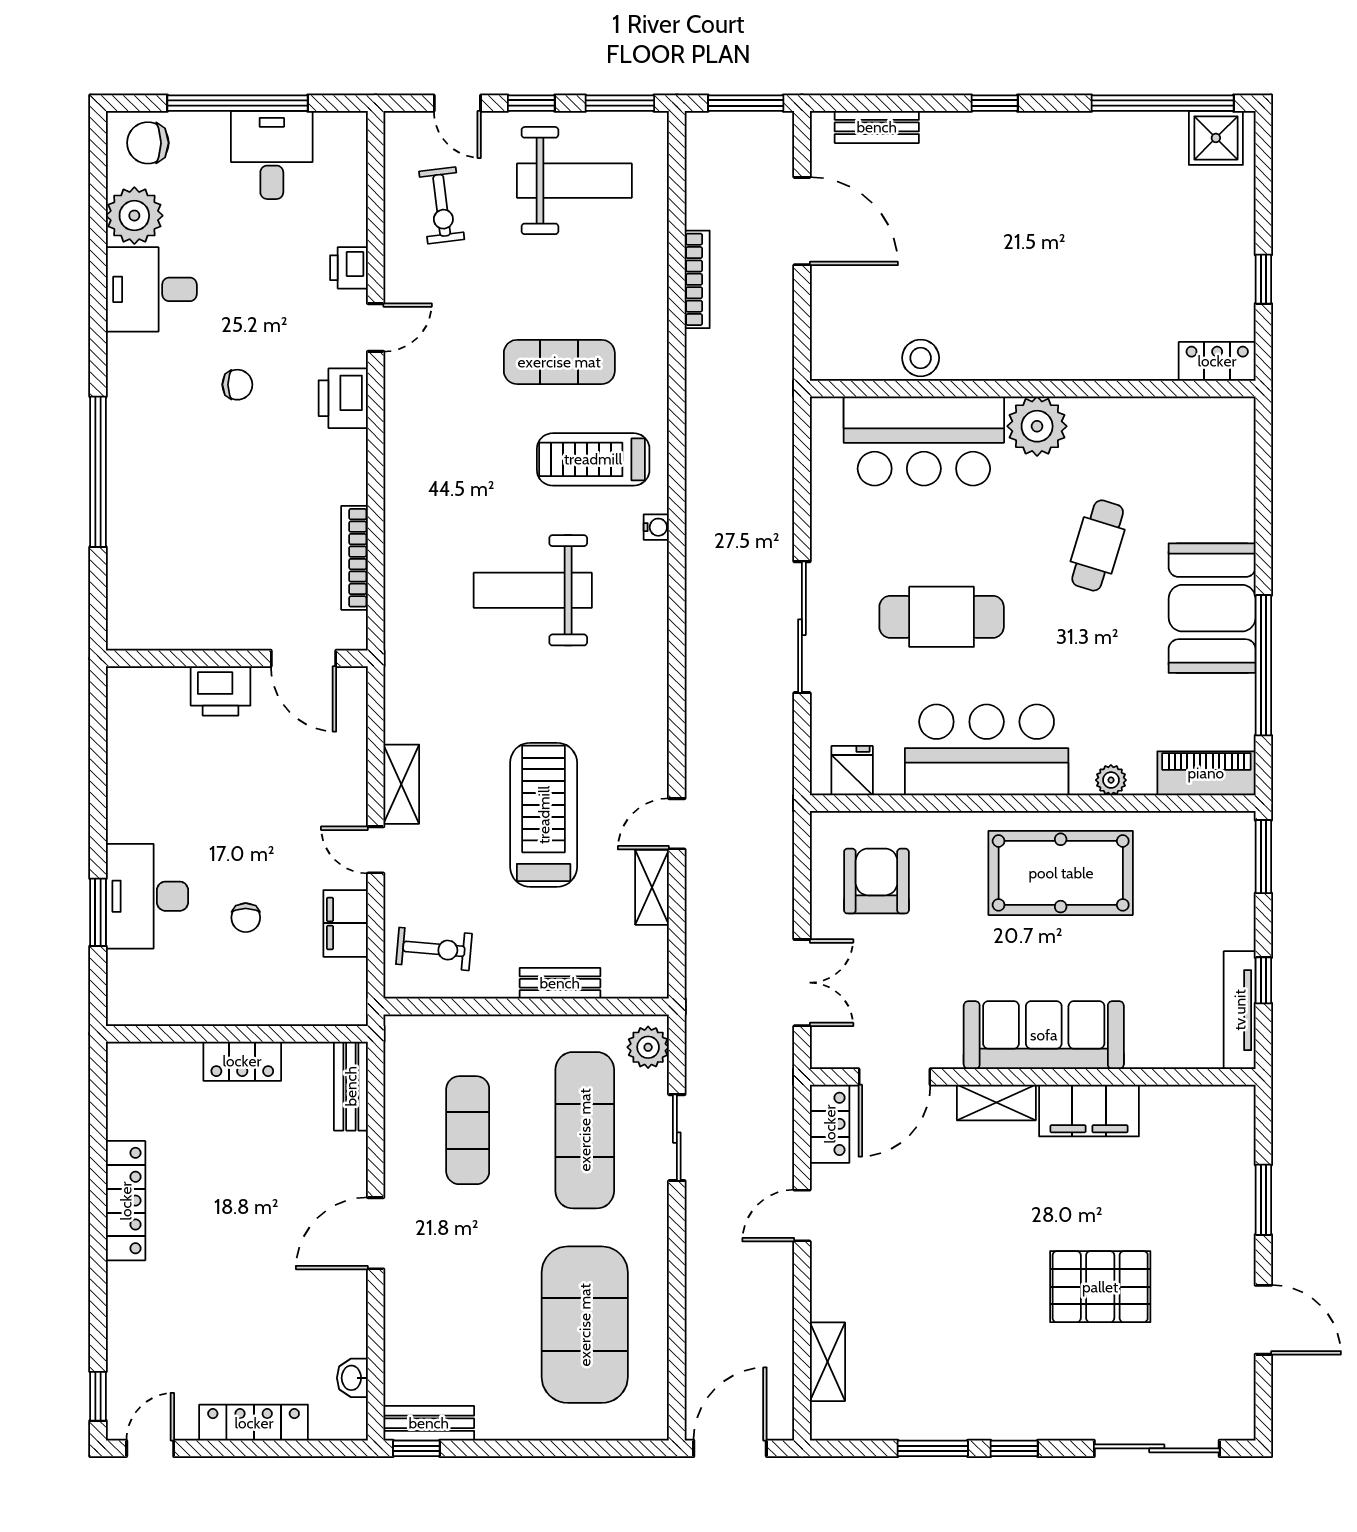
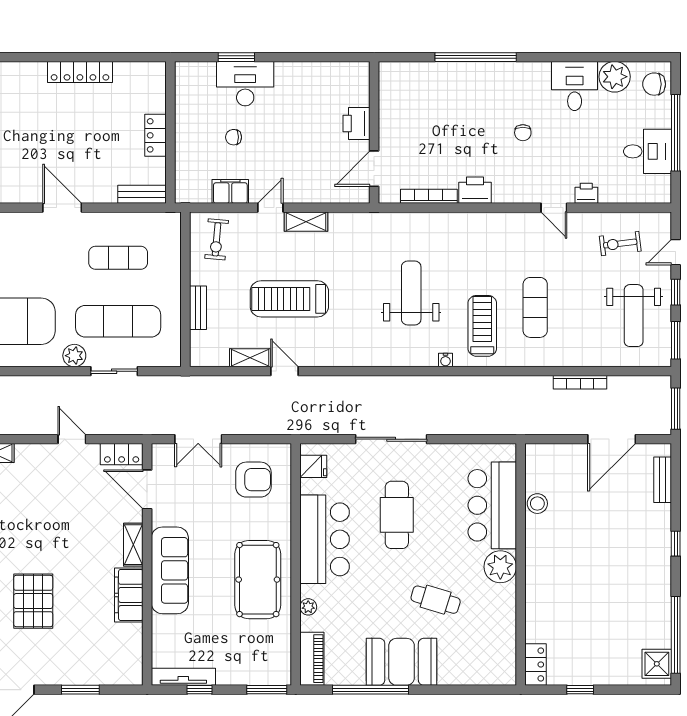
chair: (148, 143) -> (654, 84), turned -90
printer: (343, 398) -> (475, 190), moved
treadmill: (544, 815) -> (289, 299), turned 180
plant: (648, 1047) -> (74, 356), moved

